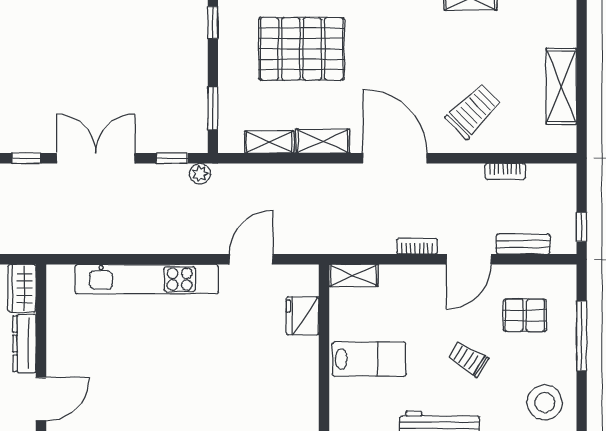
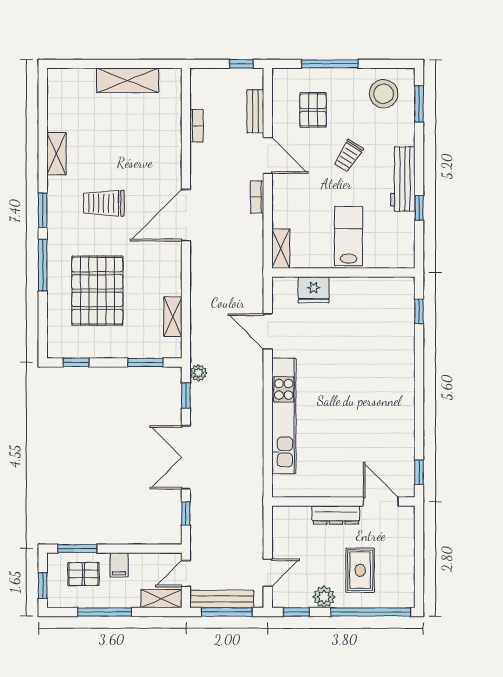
trolley: (473, 111) -> (104, 203), moved, turned -45
shelving: (323, 141) -> (172, 273), removed
wardrobe: (22, 288) -> (291, 517), removed

